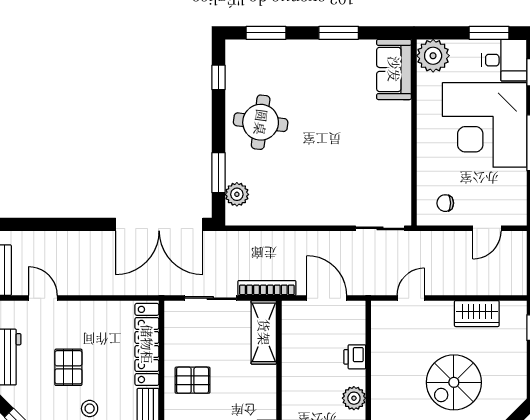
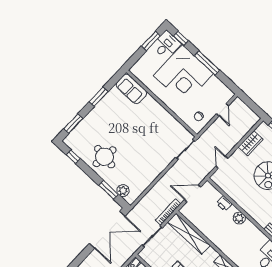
plant: (433, 56) -> (140, 70), removed
shelving: (264, 332) -> (189, 234), width x1.47

